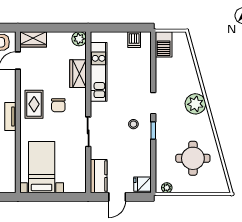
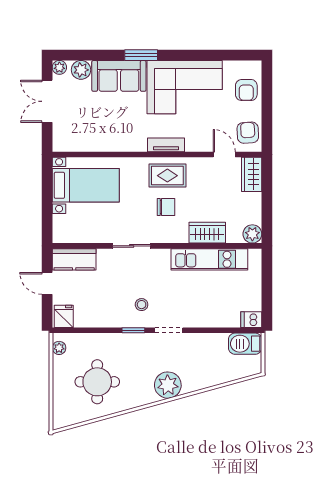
dishwasher: (134, 40) -> (251, 320), moved
chair: (58, 105) -> (166, 207), turned 180
tv unit: (10, 117) -> (166, 145), moved

